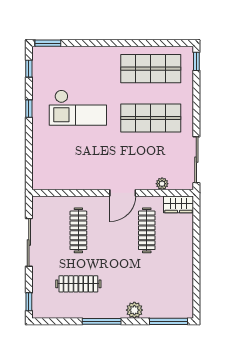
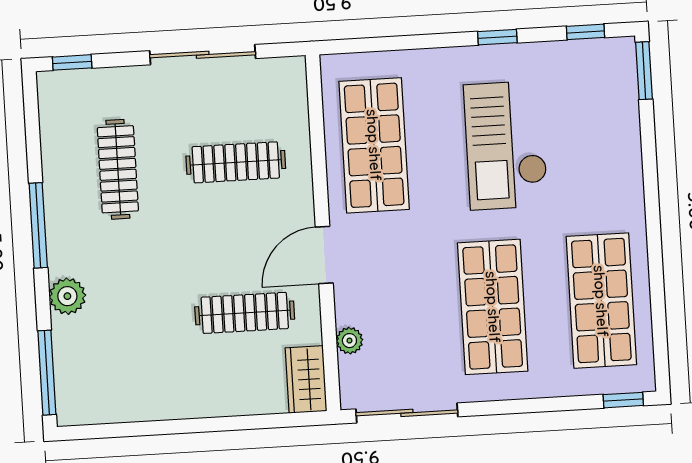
shop shelf: (74, 167) -> (374, 145), added
door: (123, 193) -> (324, 255), hinge flipped

